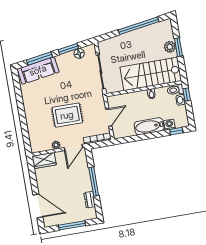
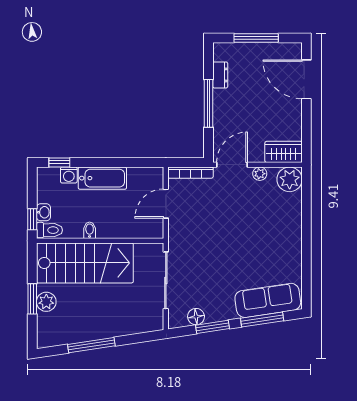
window: (138, 26) -> (91, 345), width x0.68
rug: (67, 115) -> (233, 219), removed
plant: (38, 145) -> (290, 179), added

